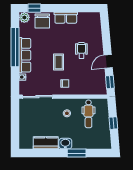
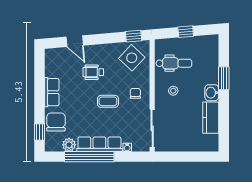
plant: (24, 17) -> (69, 145), moved
chair: (42, 21) -> (56, 122), turned -90
door: (108, 61) -> (75, 41), moved
side table: (93, 81) -> (132, 58), added

